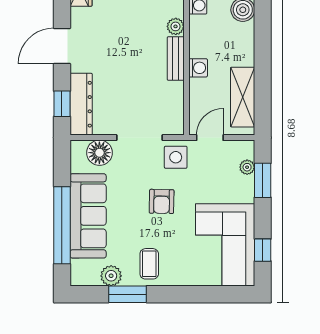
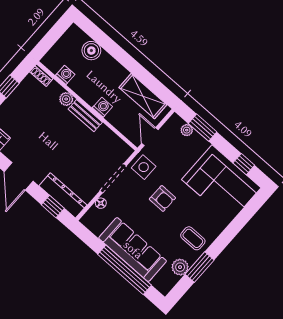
floor lamp: (99, 153) -> (101, 203), width x0.53, depth x0.53

